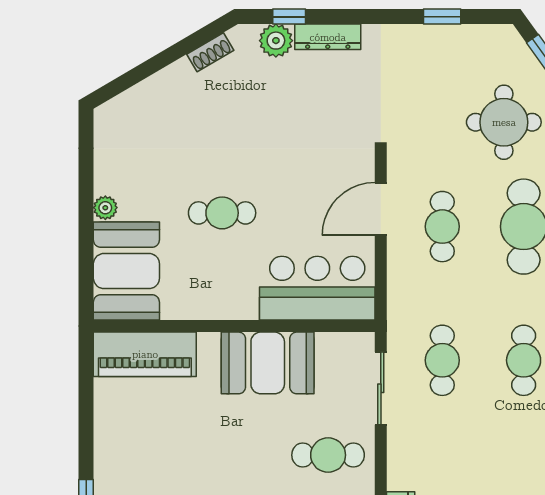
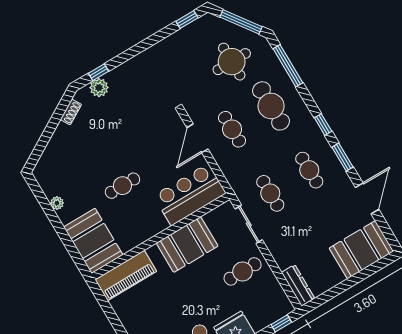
window: (442, 17) -> (187, 20), moved
dresser: (328, 37) -> (123, 71), removed
plant: (105, 208) -> (57, 203), moved

